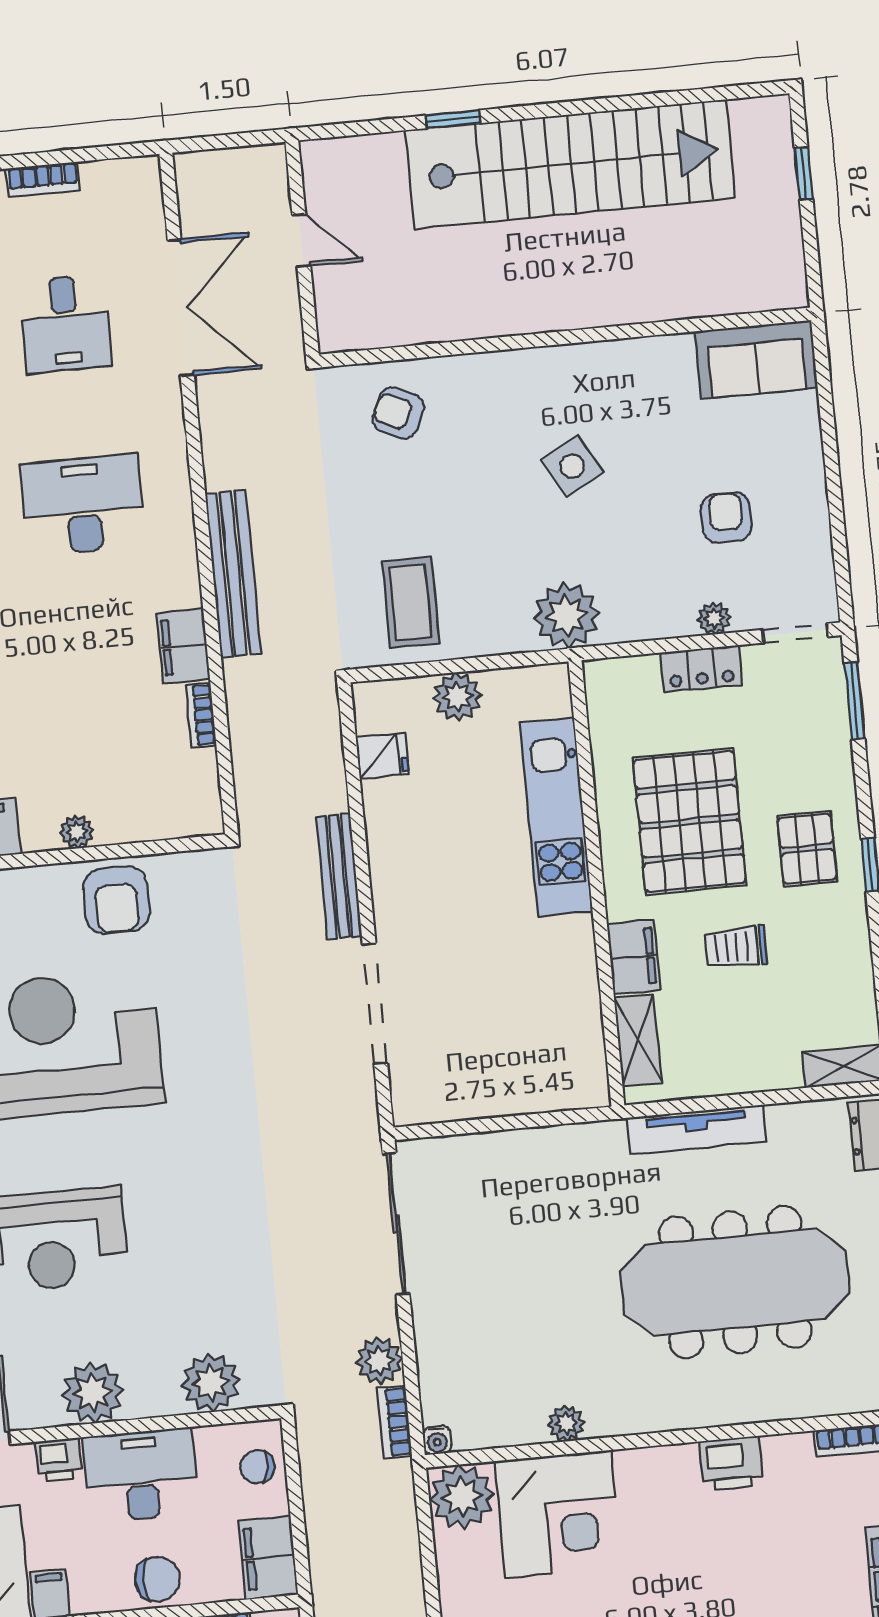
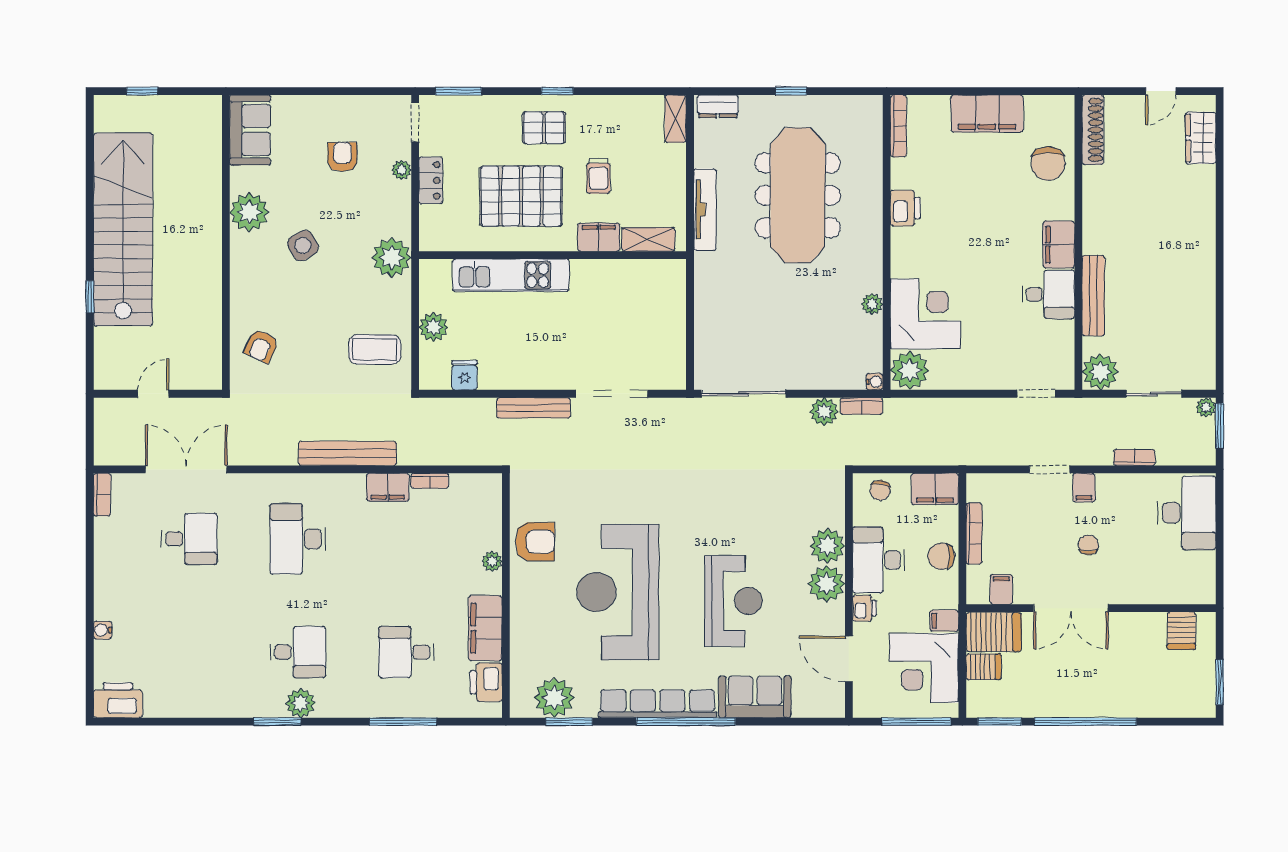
bookcase: (43, 180) -> (102, 495), moved
plant: (619, 371) -> (249, 212), added
armchair: (726, 518) -> (342, 157), turned 90
plant: (211, 1383) -> (827, 546), moved
chair: (157, 1579) -> (941, 556), turned -90

